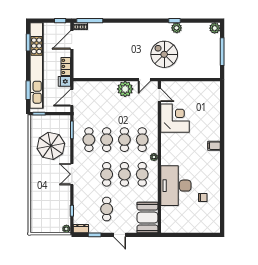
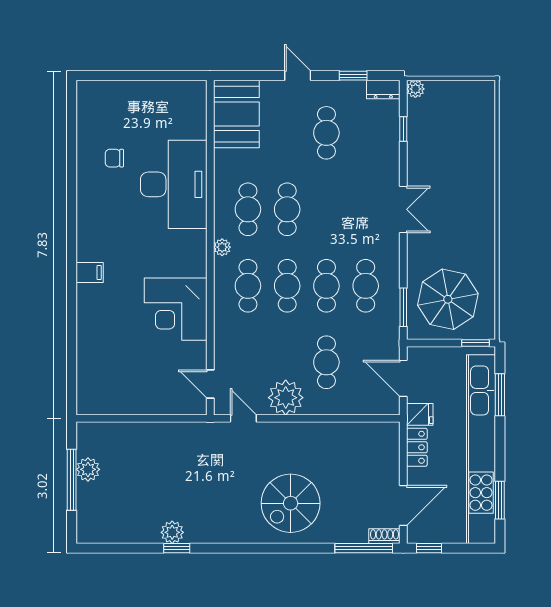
plant: (215, 28) -> (88, 469), moved
spiral stairs: (164, 54) -> (291, 503), moved, turned 90
door: (144, 80) -> (243, 418), hinge flipped
door: (72, 98) -> (403, 378), swing flipped
corner desk: (175, 118) -> (176, 309), moved
parasol: (51, 146) -> (448, 299), moved
cafe table: (107, 174) -> (326, 362), moved

